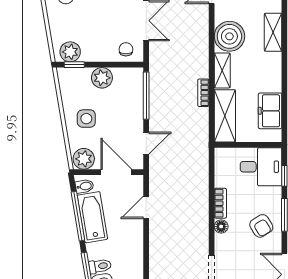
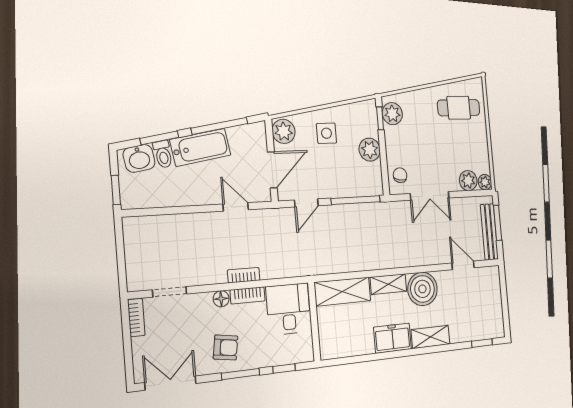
chair: (126, 49) -> (400, 175), turned -80
bookcase: (203, 93) -> (244, 275), moved
freezer: (270, 111) -> (393, 338), moved
door: (146, 143) -> (306, 203), hinge flipped
desk: (261, 167) -> (289, 309), moved, turned 180
bidet: (85, 186) -> (254, 133), removed
bathtub: (92, 217) -> (200, 147), moved
armchair: (261, 226) -> (226, 347), turned -139

